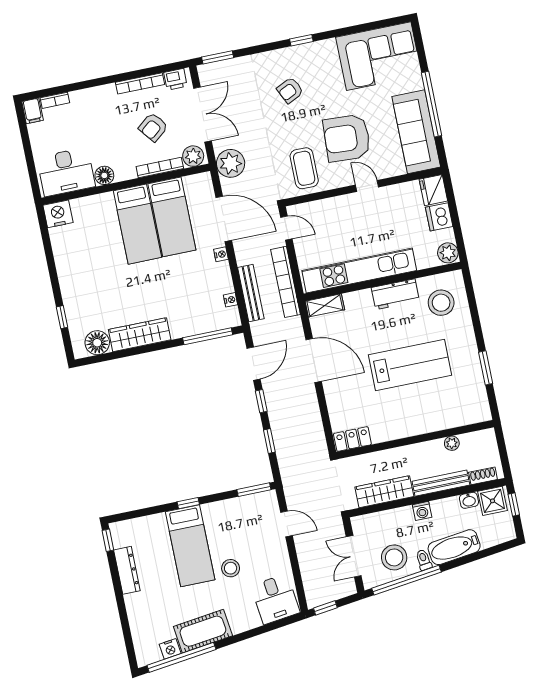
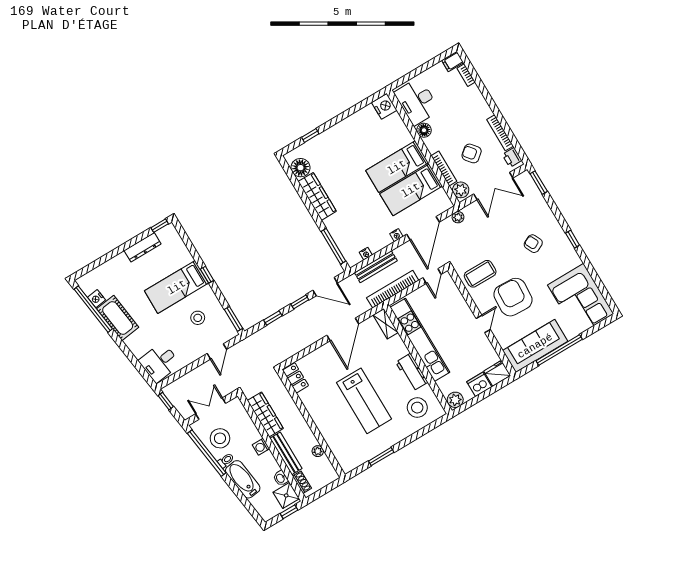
plant: (231, 163) -> (458, 217), width x0.53, depth x0.53
stool: (231, 568) -> (198, 318), moved

